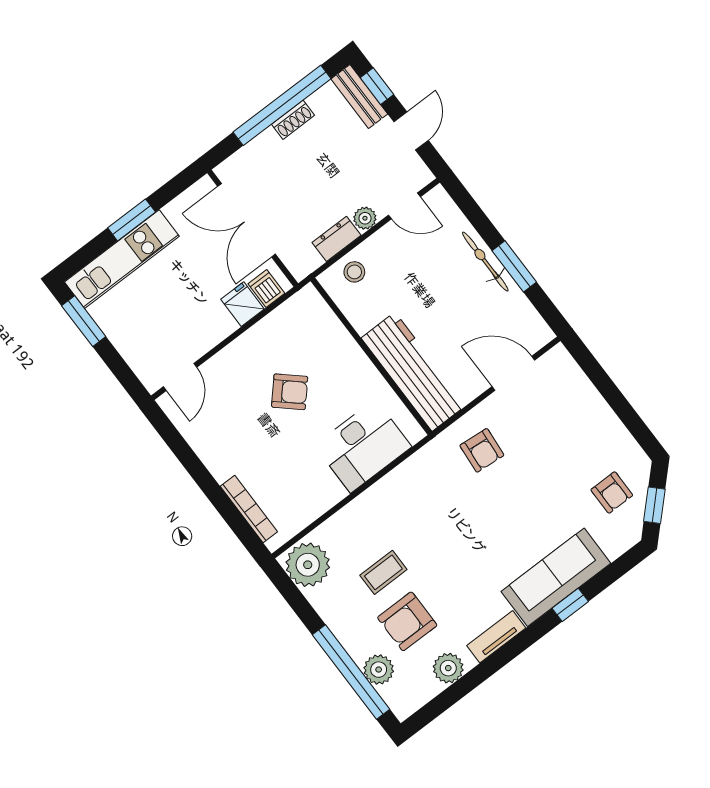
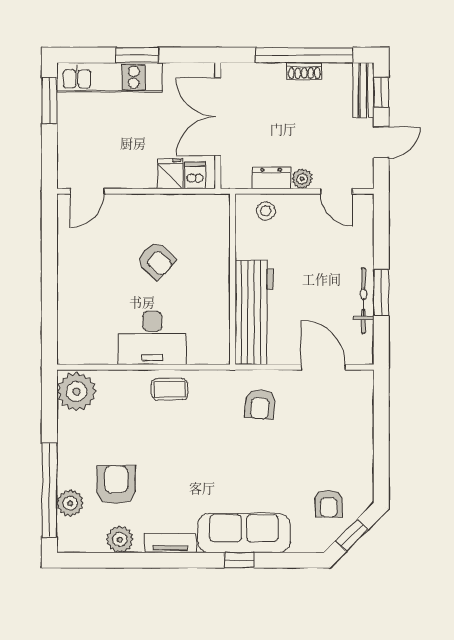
bicycle: (485, 262) -> (363, 301), moved
desk: (363, 446) -> (152, 338), moved
bookcase: (249, 509) -> (65, 321), removed
coffee table: (383, 572) -> (170, 389), moved
armchair: (407, 621) -> (116, 485), turned 90

